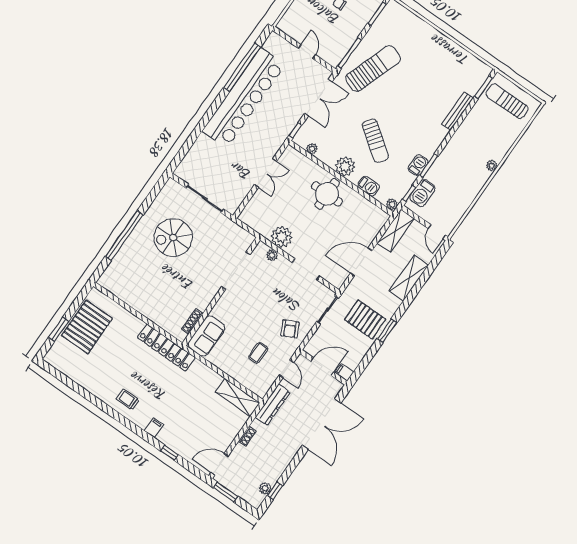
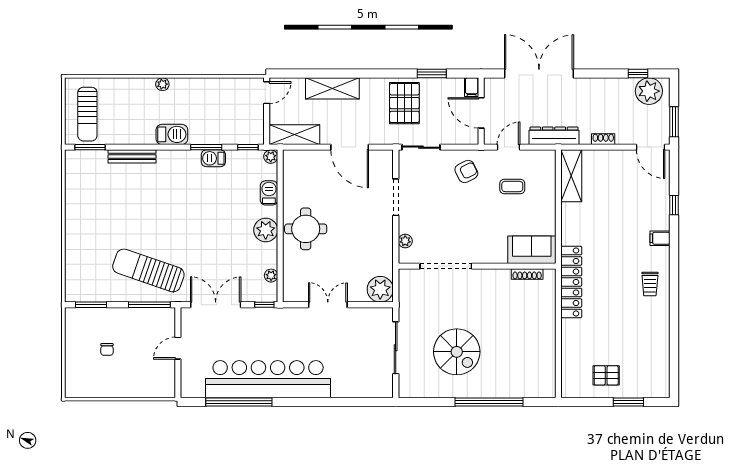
sun lounger: (375, 141) -> (219, 218), removed
barbecue: (422, 193) -> (172, 134), moved
plant: (282, 237) -> (380, 289), moved
pallet: (87, 327) -> (606, 375), width x0.49, depth x0.50
window: (387, 331) -> (432, 73), moved
plant: (265, 488) -> (649, 91), width x1.88, depth x1.88

